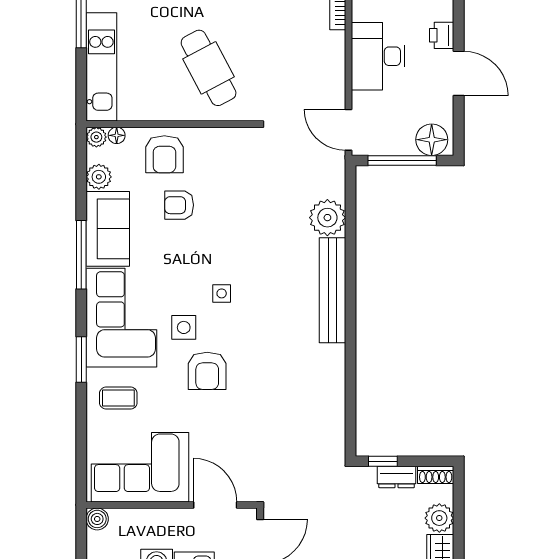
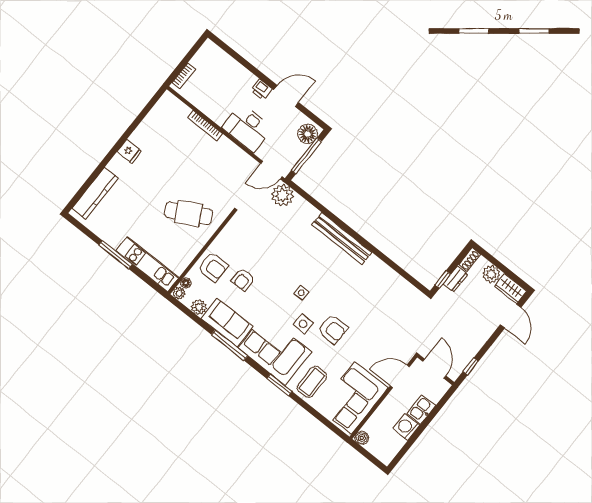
plant: (327, 218) -> (282, 195), moved
coffee table: (118, 398) -> (312, 382), width x1.36, depth x1.30

